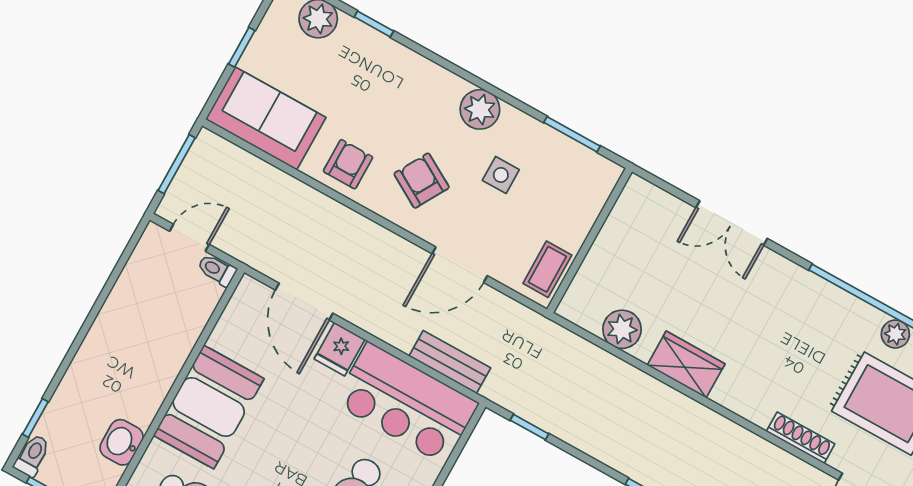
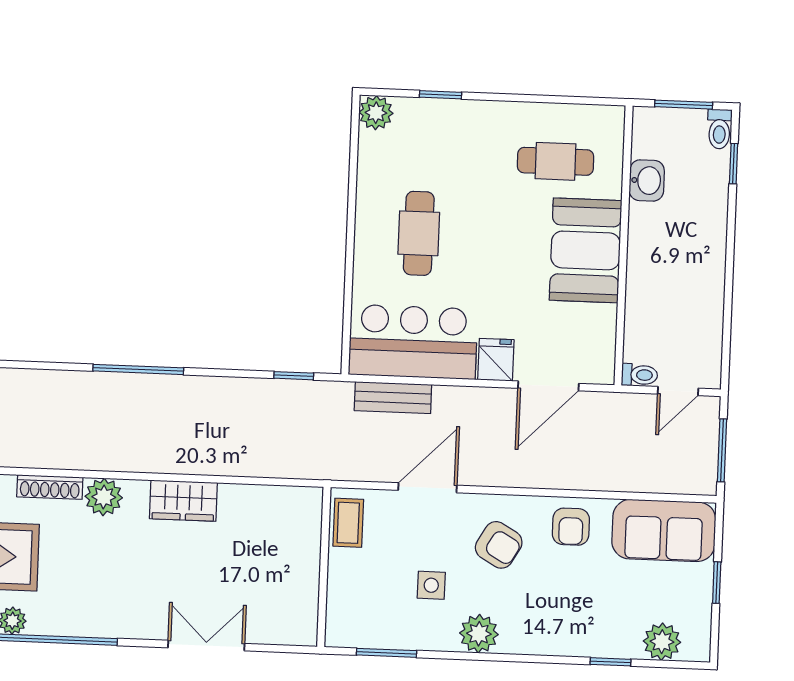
door: (304, 302) -> (548, 386), swing flipped
plant: (622, 329) -> (104, 497), moved

